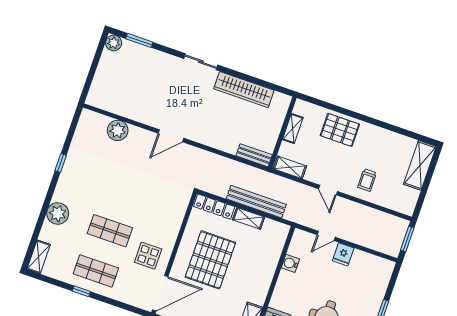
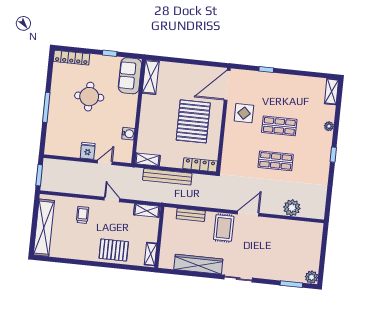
rug: (204, 125) -> (224, 228), added
shelving: (293, 129) -> (151, 254), moved
bench: (254, 155) -> (191, 215), moved
window: (61, 163) -> (333, 155), moved
shelving: (420, 165) -> (44, 228), width x1.47
plant: (58, 213) -> (329, 126), width x0.53, depth x0.53
shelving: (249, 218) -> (148, 160), moved
shop shelf: (96, 271) -> (276, 161), moved
window: (81, 291) -> (266, 69), moved

